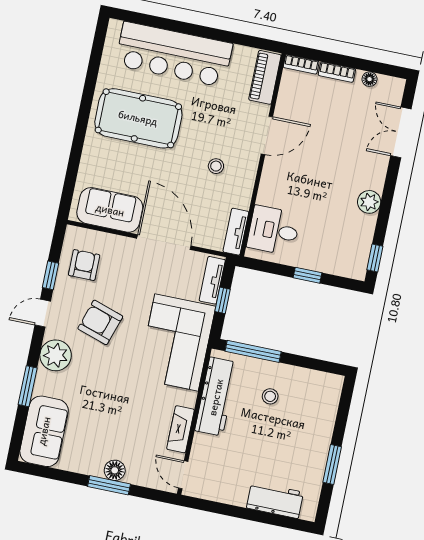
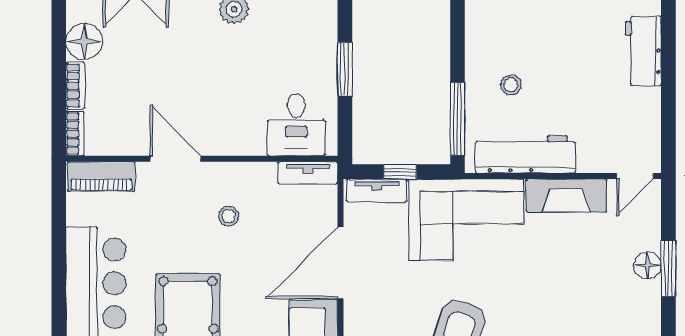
floor lamp: (370, 79) -> (84, 41), width x1.89, depth x1.89
window: (308, 275) -> (345, 69), width x1.50
fireplace: (180, 429) -> (566, 196), width x1.37, depth x1.32

